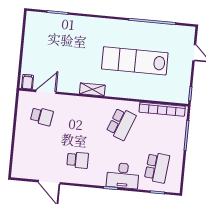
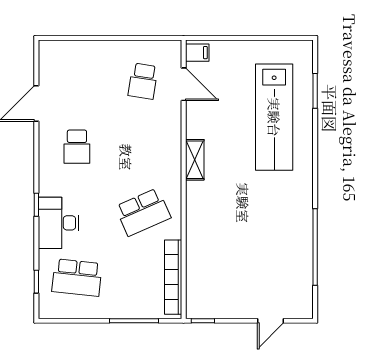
lab bench: (135, 61) -> (274, 117), moved, turned 180
school desk: (121, 124) -> (143, 212), turned -45

